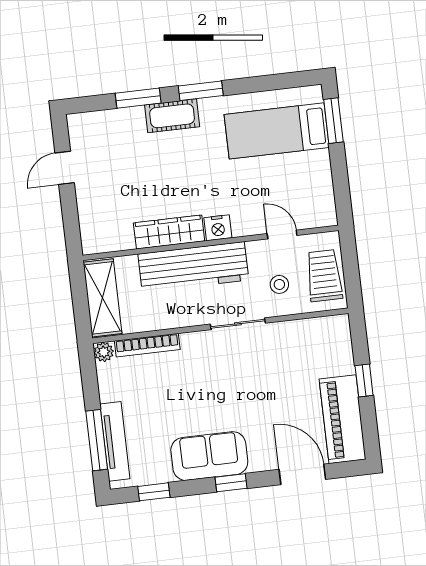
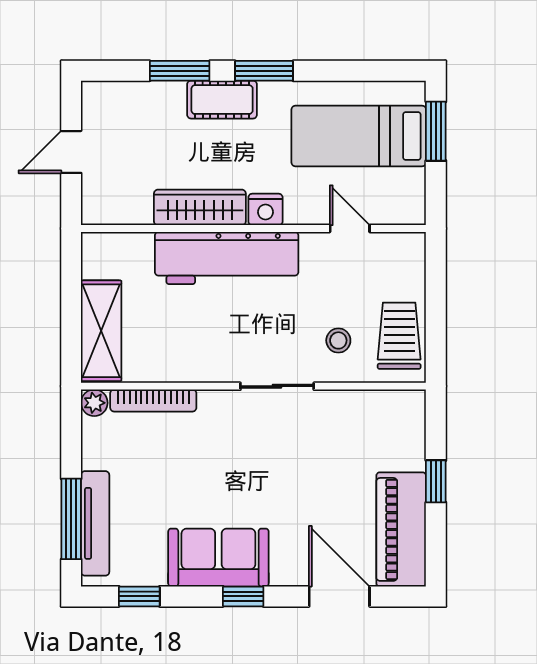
nightstand: (218, 228) -> (265, 209), moved
wardrobe: (169, 232) -> (200, 207), moved
door: (282, 234) -> (350, 228), moved
wall: (211, 243) -> (253, 228), moved
workbench: (193, 267) -> (227, 258), moved

